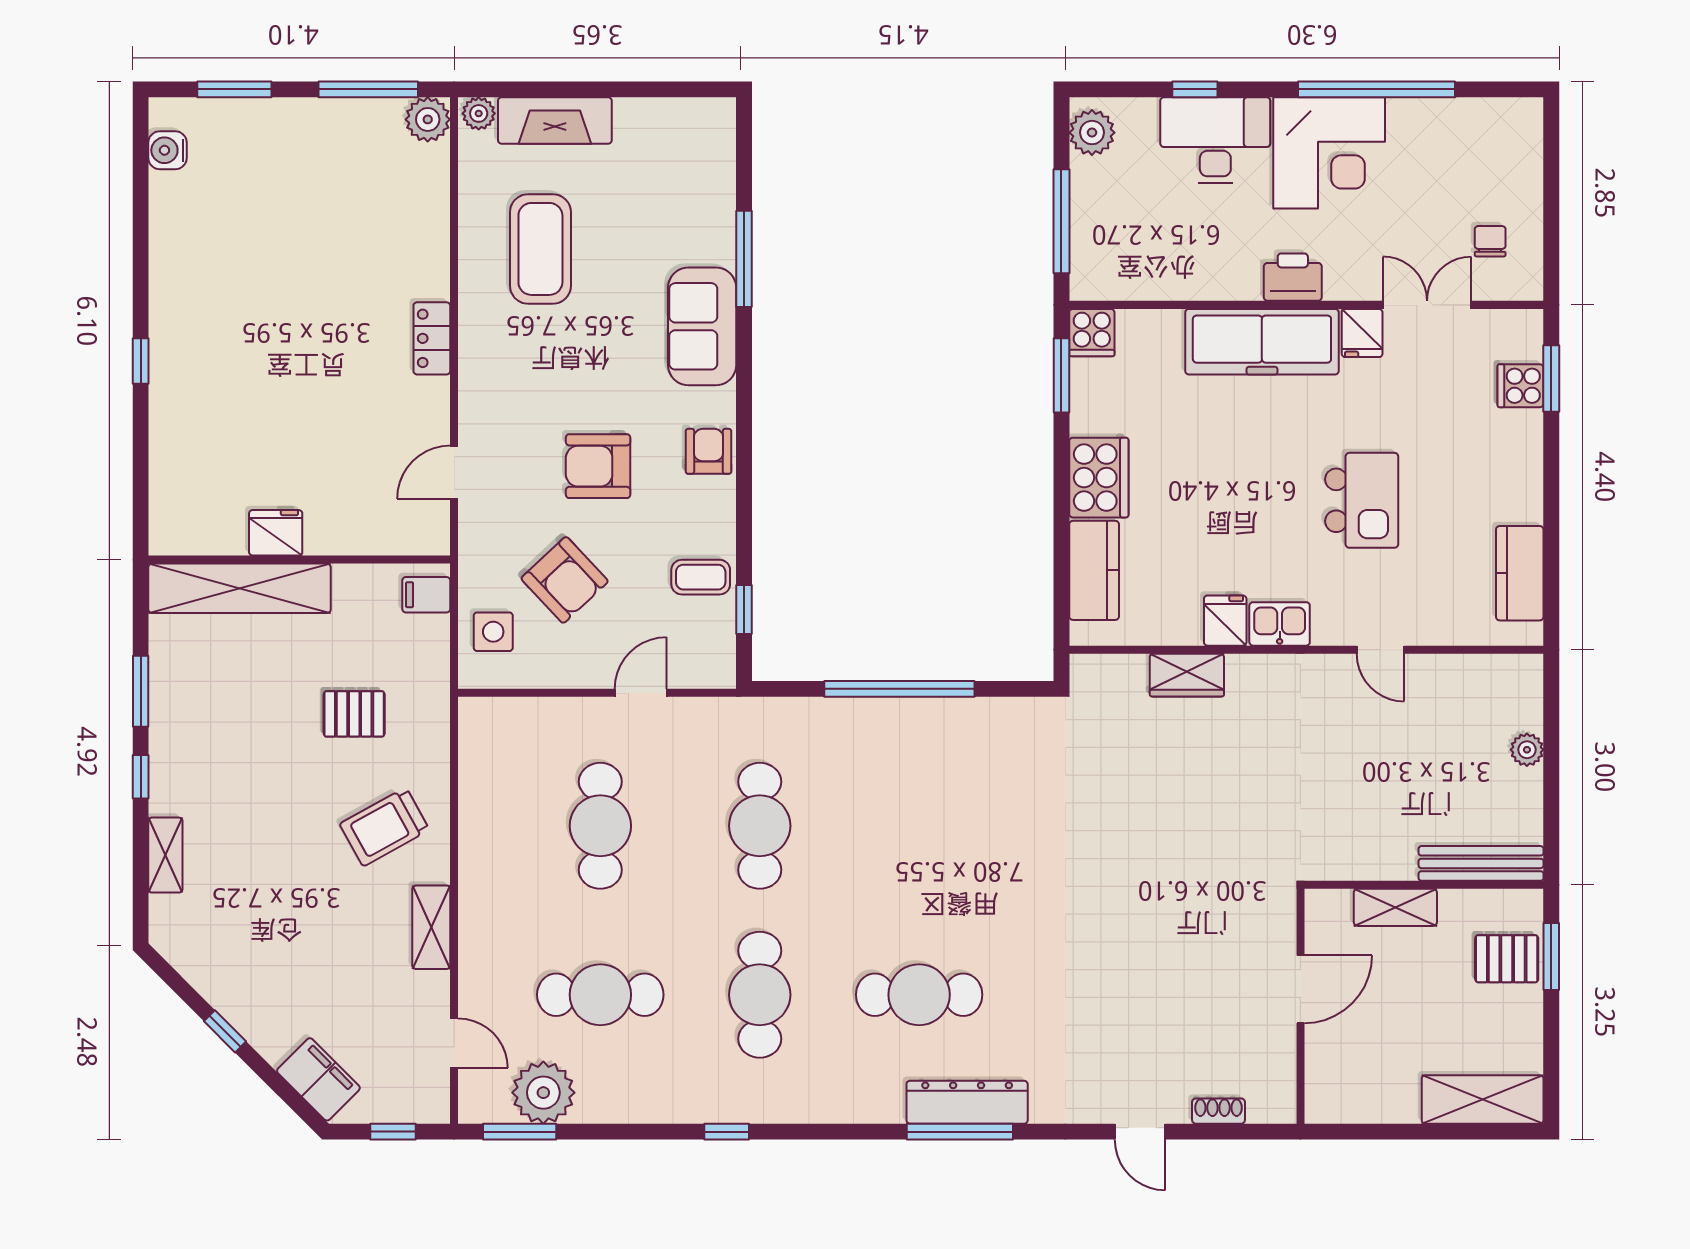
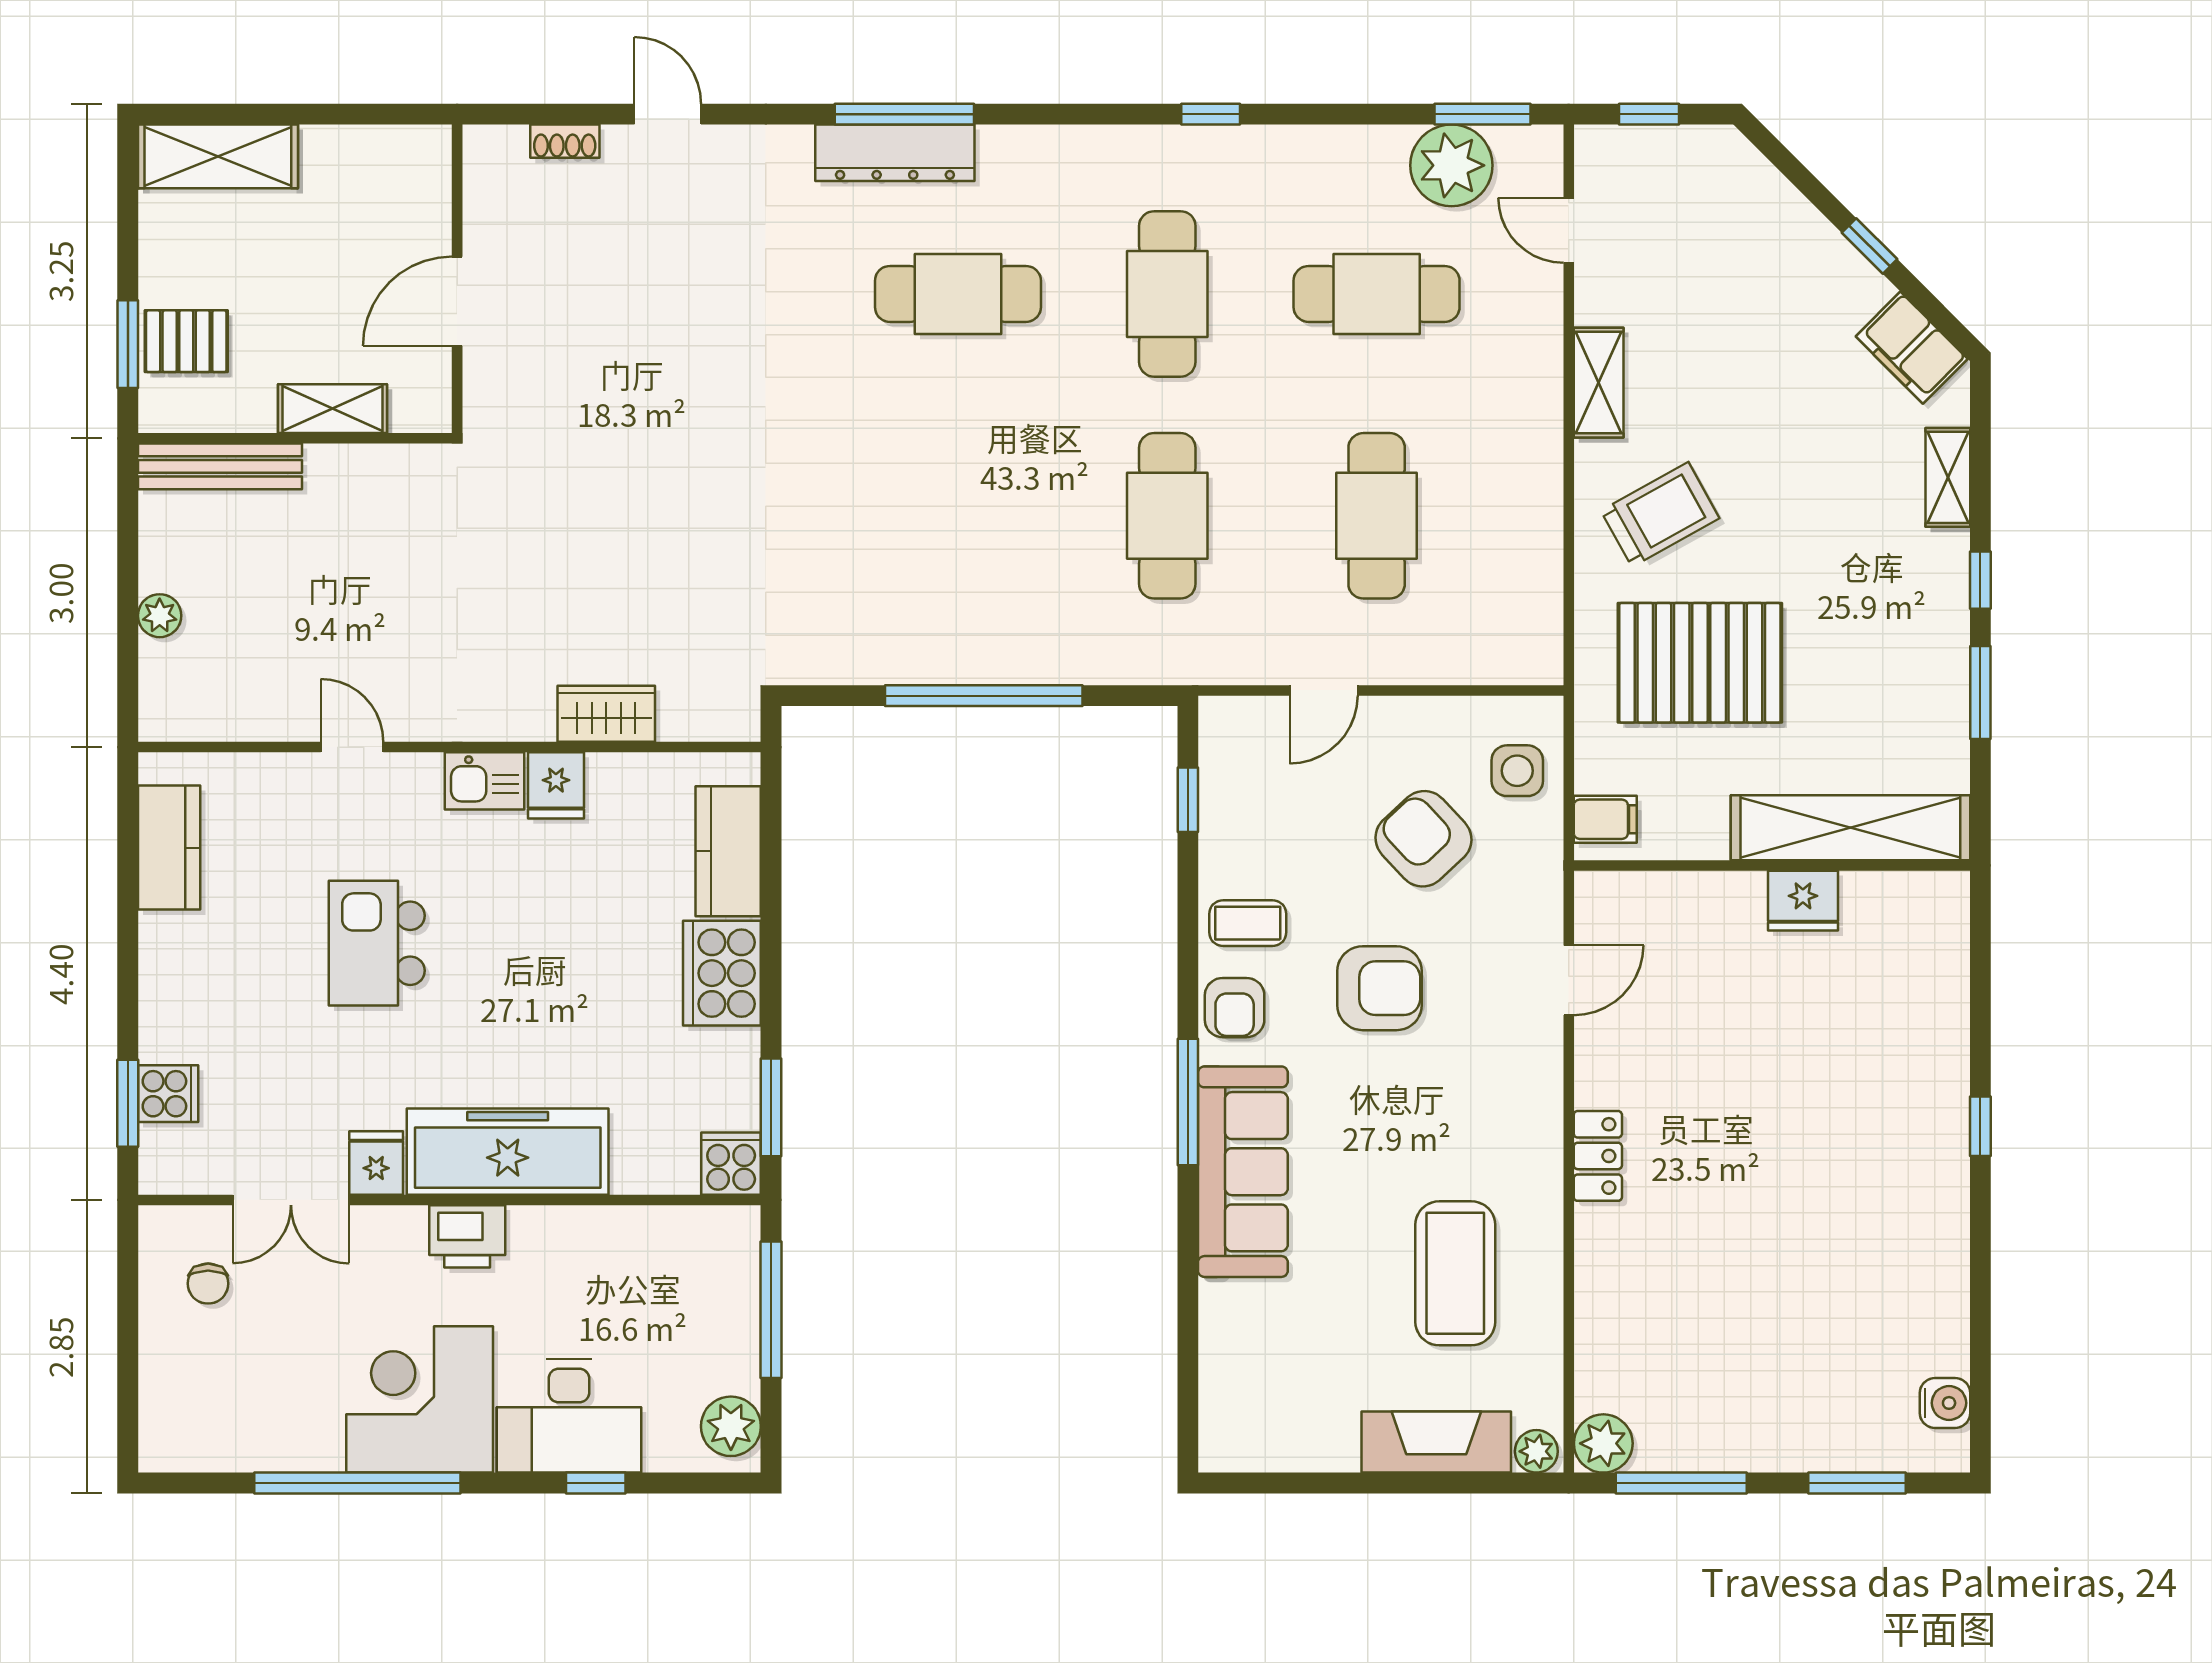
window: (744, 259) -> (1188, 1102), moved
sofa: (702, 326) -> (1243, 1172), width x1.36
coffee table: (701, 577) -> (1248, 923), moved
pallet: (354, 714) -> (1700, 663), width x2.05, depth x2.00
filing cabinet: (318, 1079) -> (1912, 348), moved

